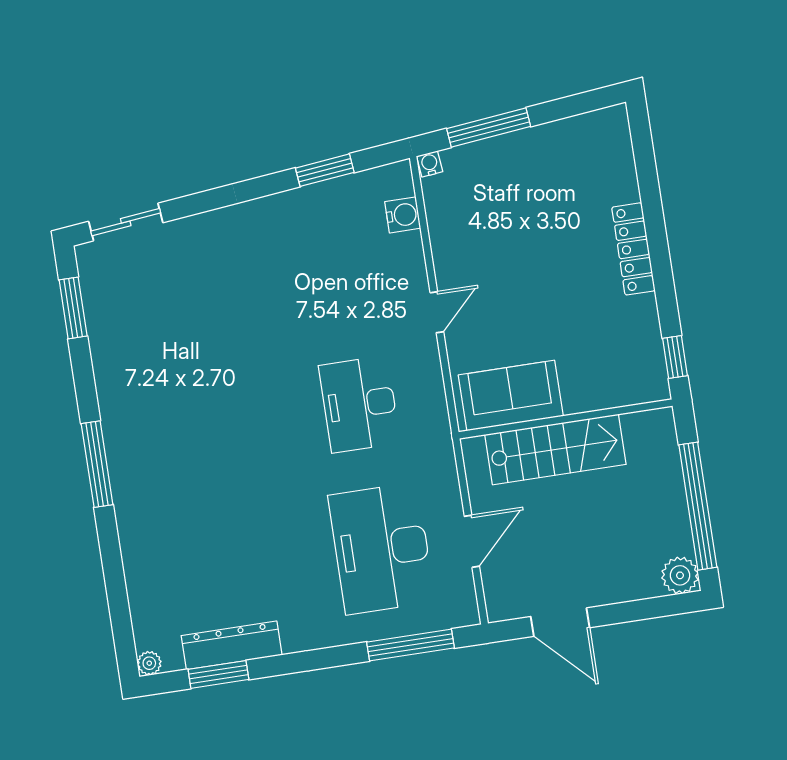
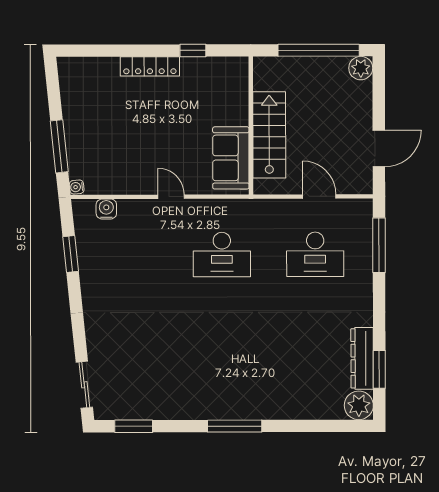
window: (675, 357) -> (193, 50), moved
desk: (381, 548) -> (315, 254), width x0.73, depth x0.77
plant: (149, 663) -> (359, 405), width x1.88, depth x1.88

